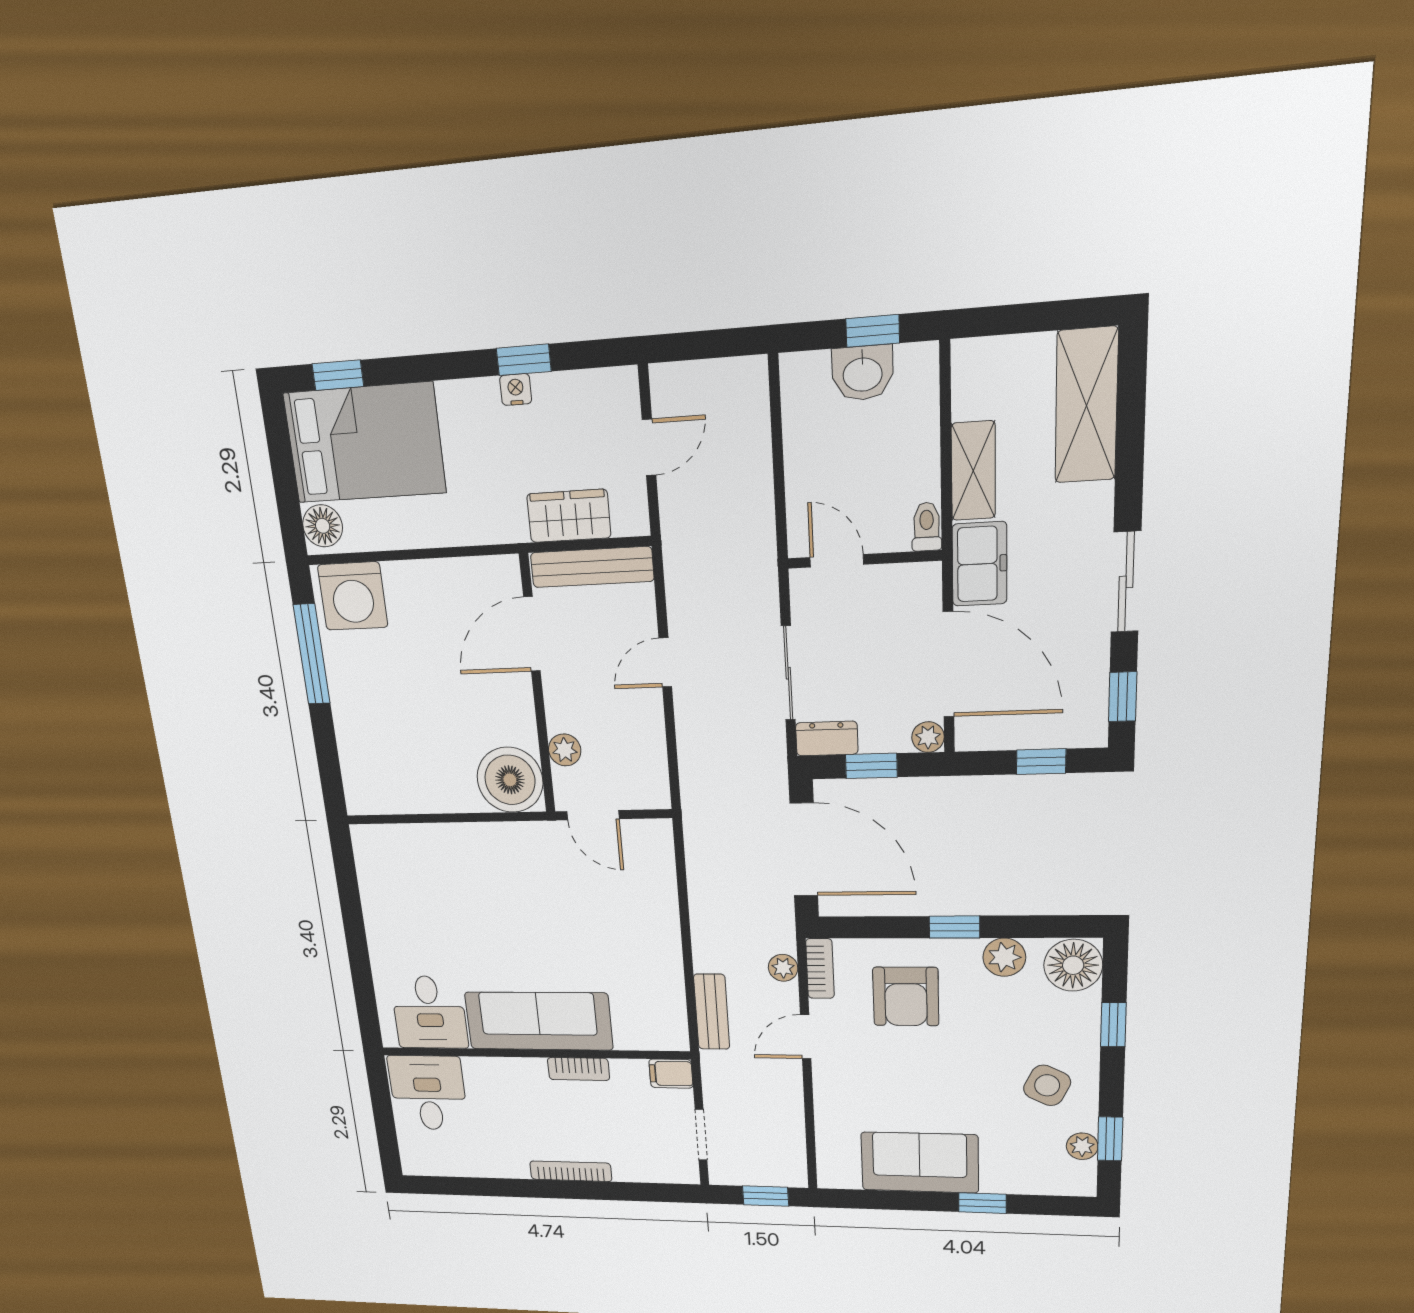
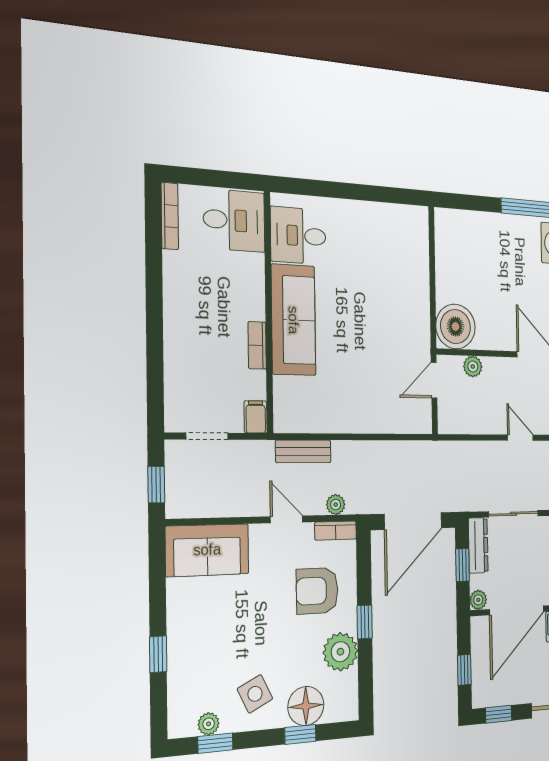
dresser: (827, 738) -> (478, 545), width x1.44
plant: (1004, 957) -> (340, 652), width x1.36, depth x1.36
floor lamp: (1073, 965) -> (306, 706), moved
side table: (1047, 1085) -> (255, 694), turned 38
sofa: (920, 1162) -> (207, 550), moved, turned 90
bookcase: (571, 1171) -> (170, 216), moved

